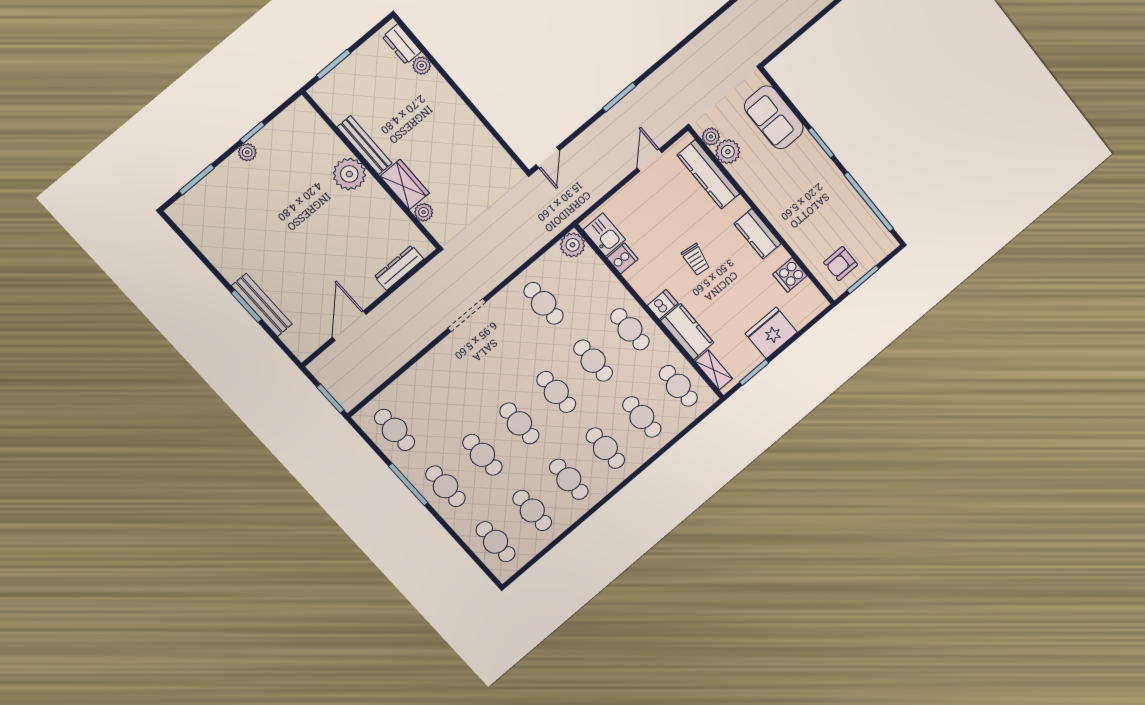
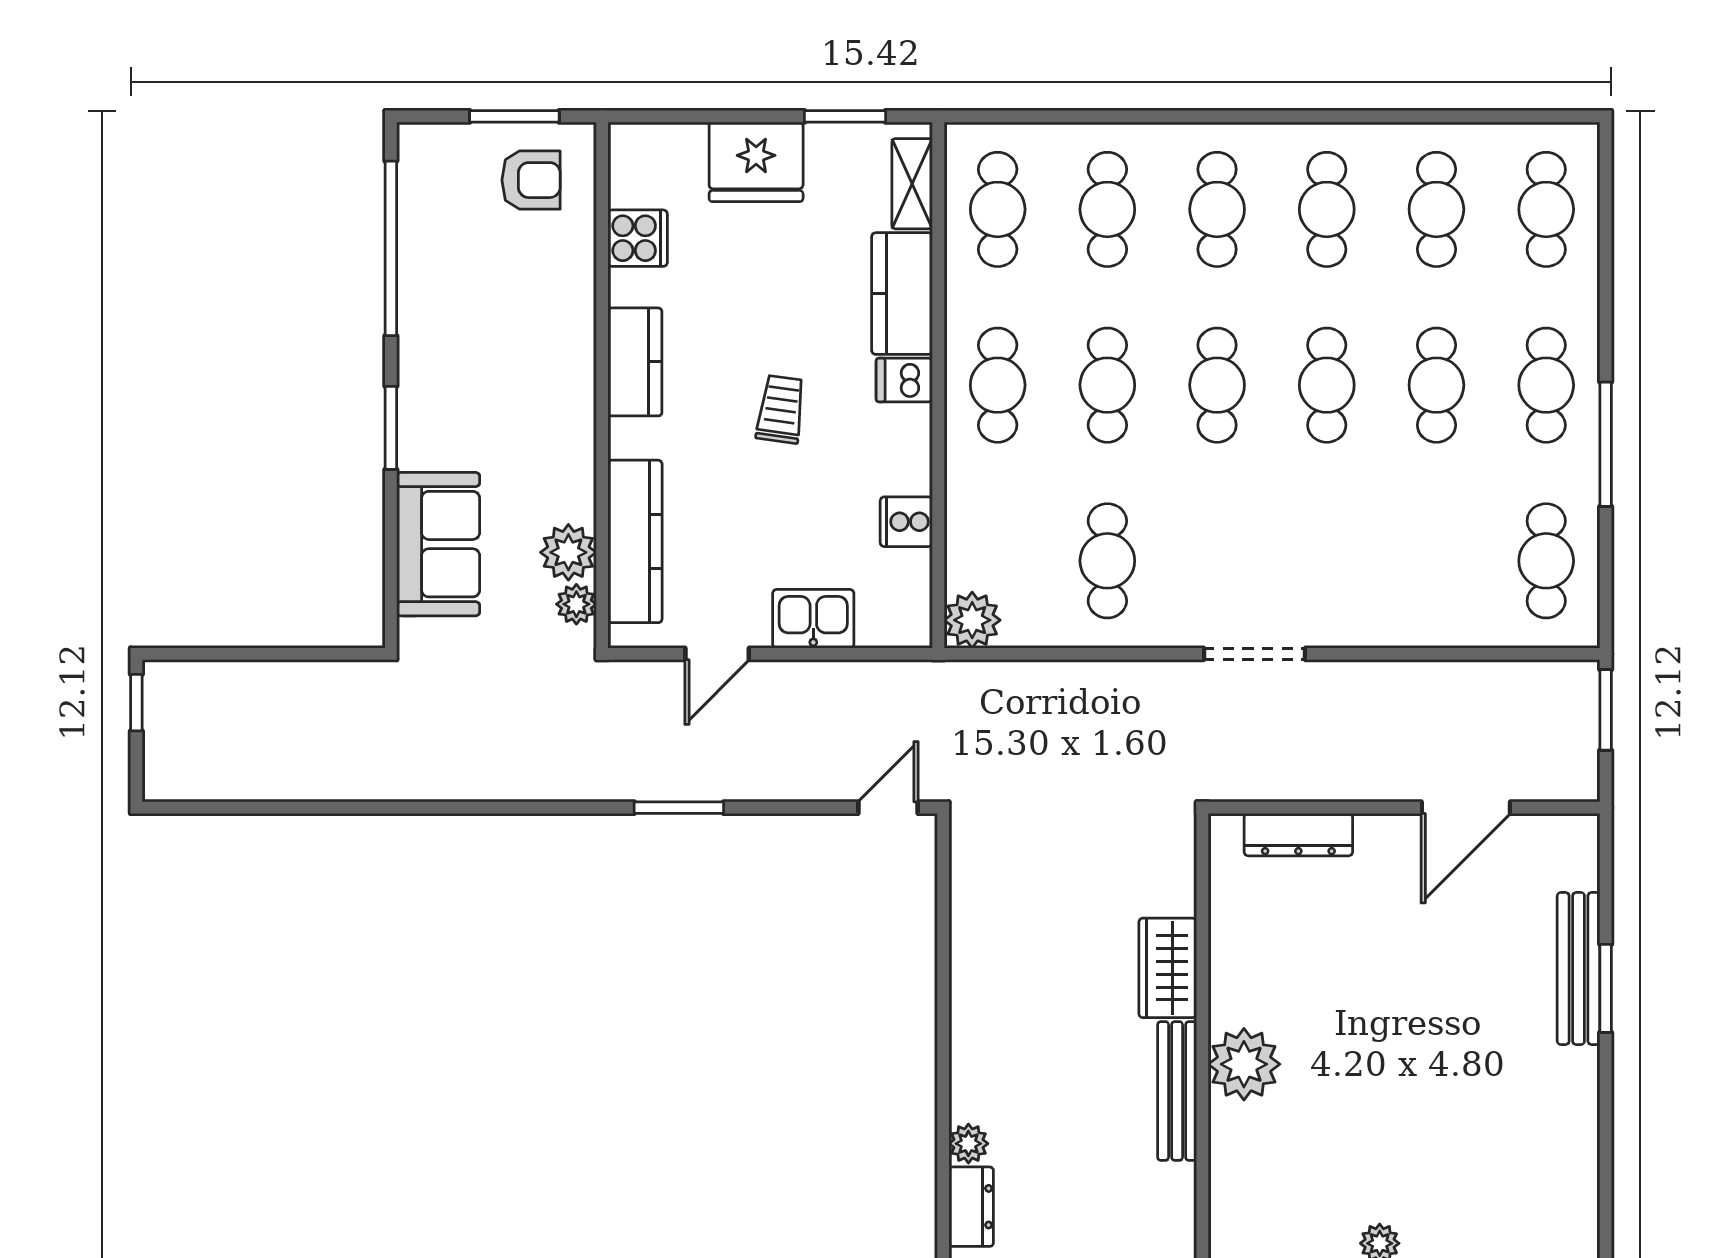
plant: (424, 212) -> (1176, 894), removed
kitchen sink: (604, 235) -> (813, 619), moved, turned 90

